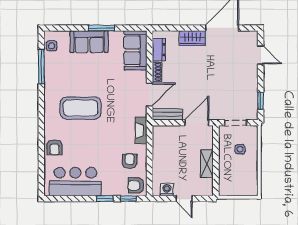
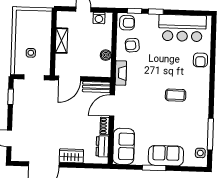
coffee table: (81, 108) -> (176, 95), width x0.54, depth x0.58
armchair: (55, 147) -> (200, 60), turned 180
boiler: (158, 149) -> (106, 55), added
armchair: (130, 161) -> (132, 45), turned 84

